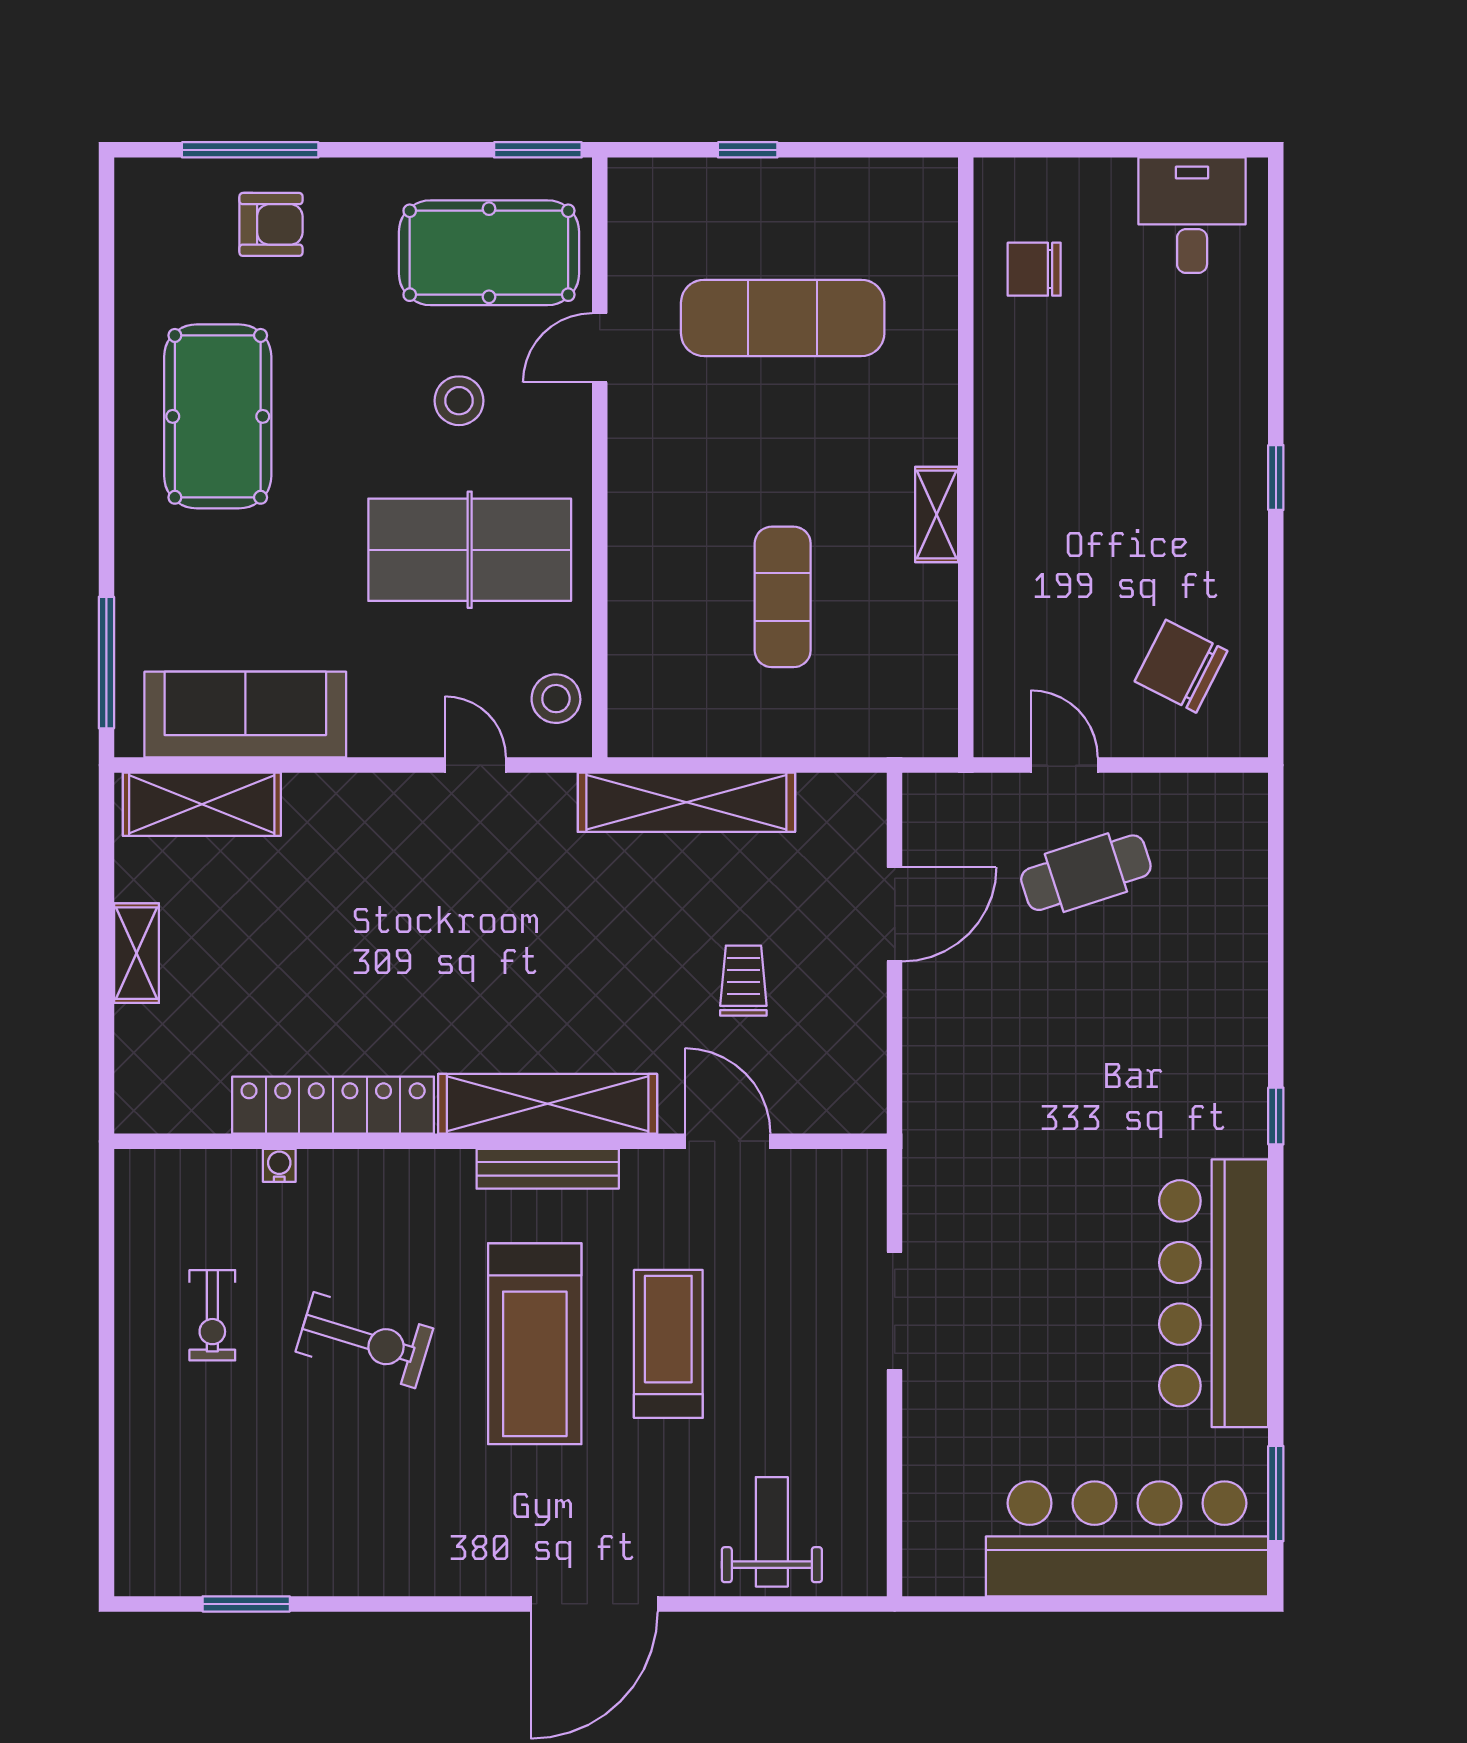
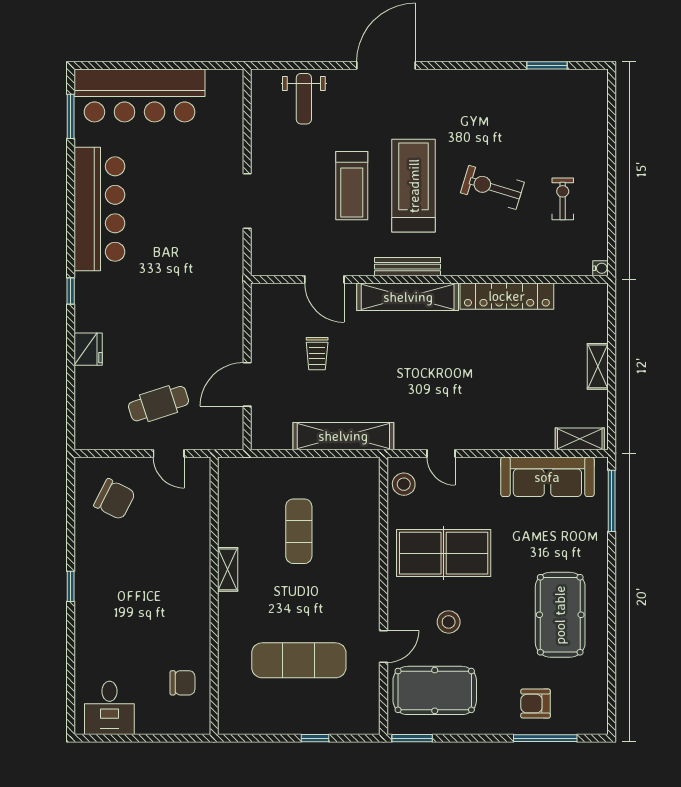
shelving: (202, 804) -> (580, 439), width x0.67, depth x0.75
fridge: (1238, 990) -> (88, 349), added
water cooler: (279, 1165) -> (601, 268), moved, turned -90

